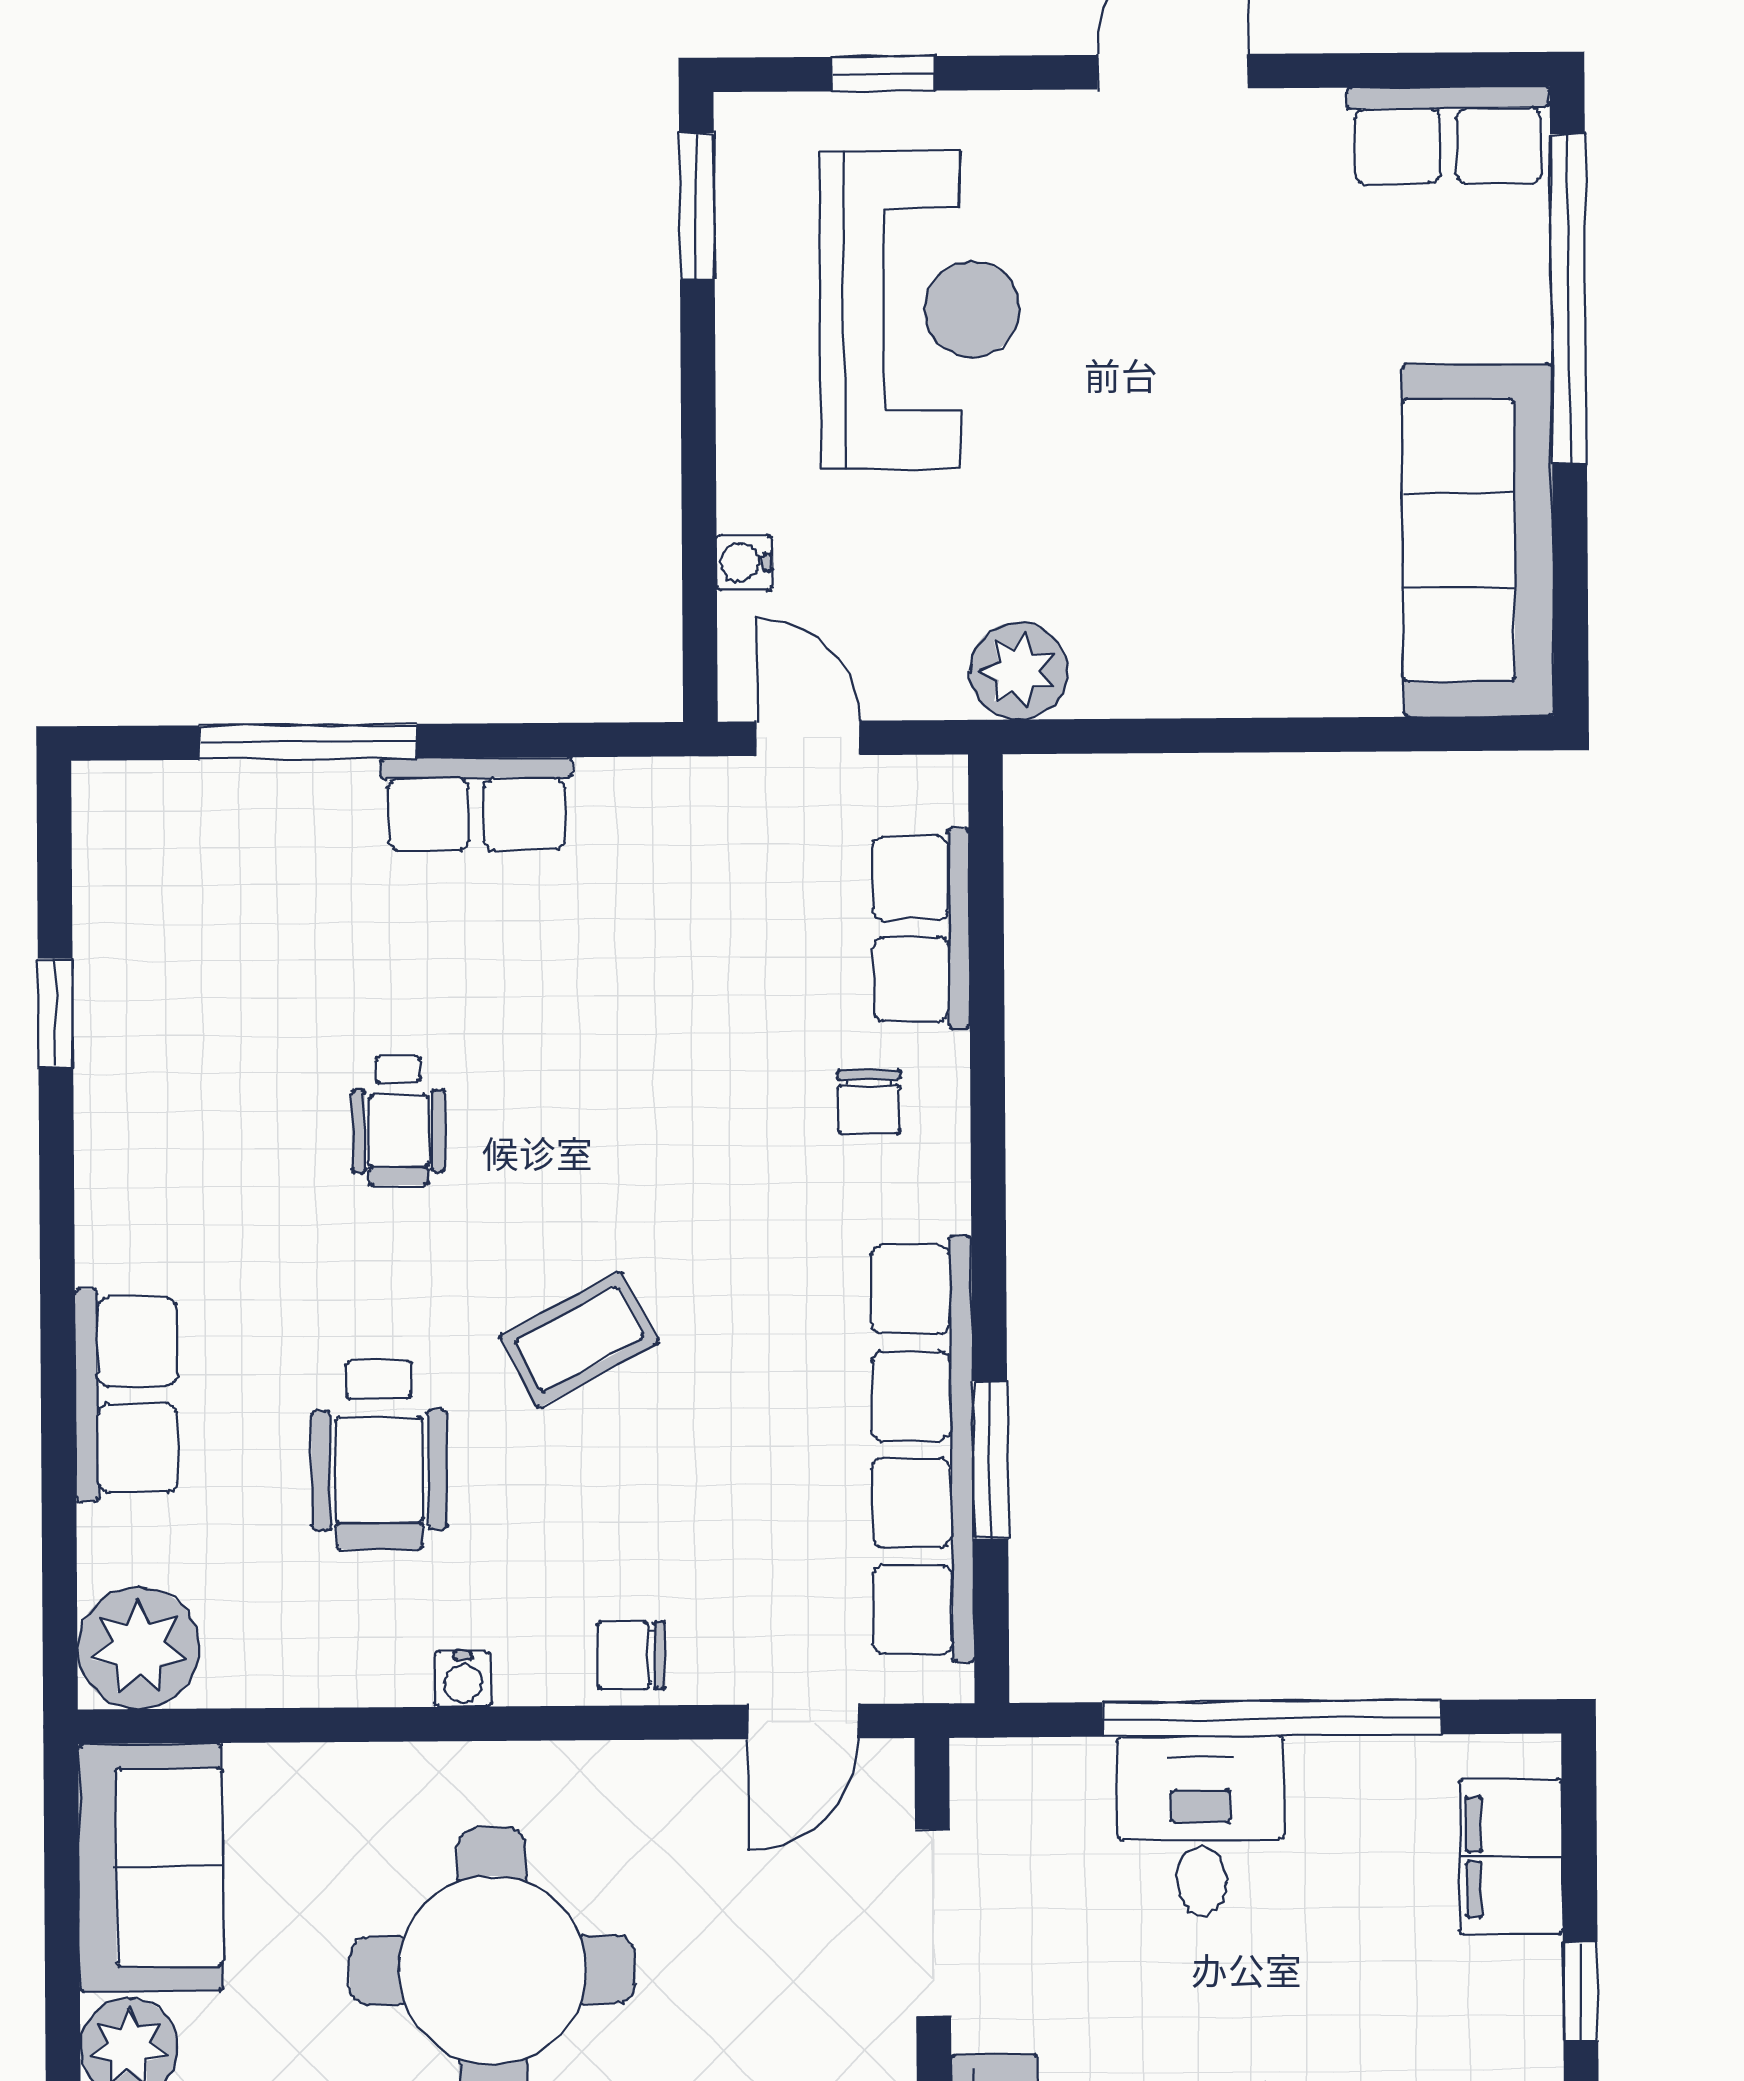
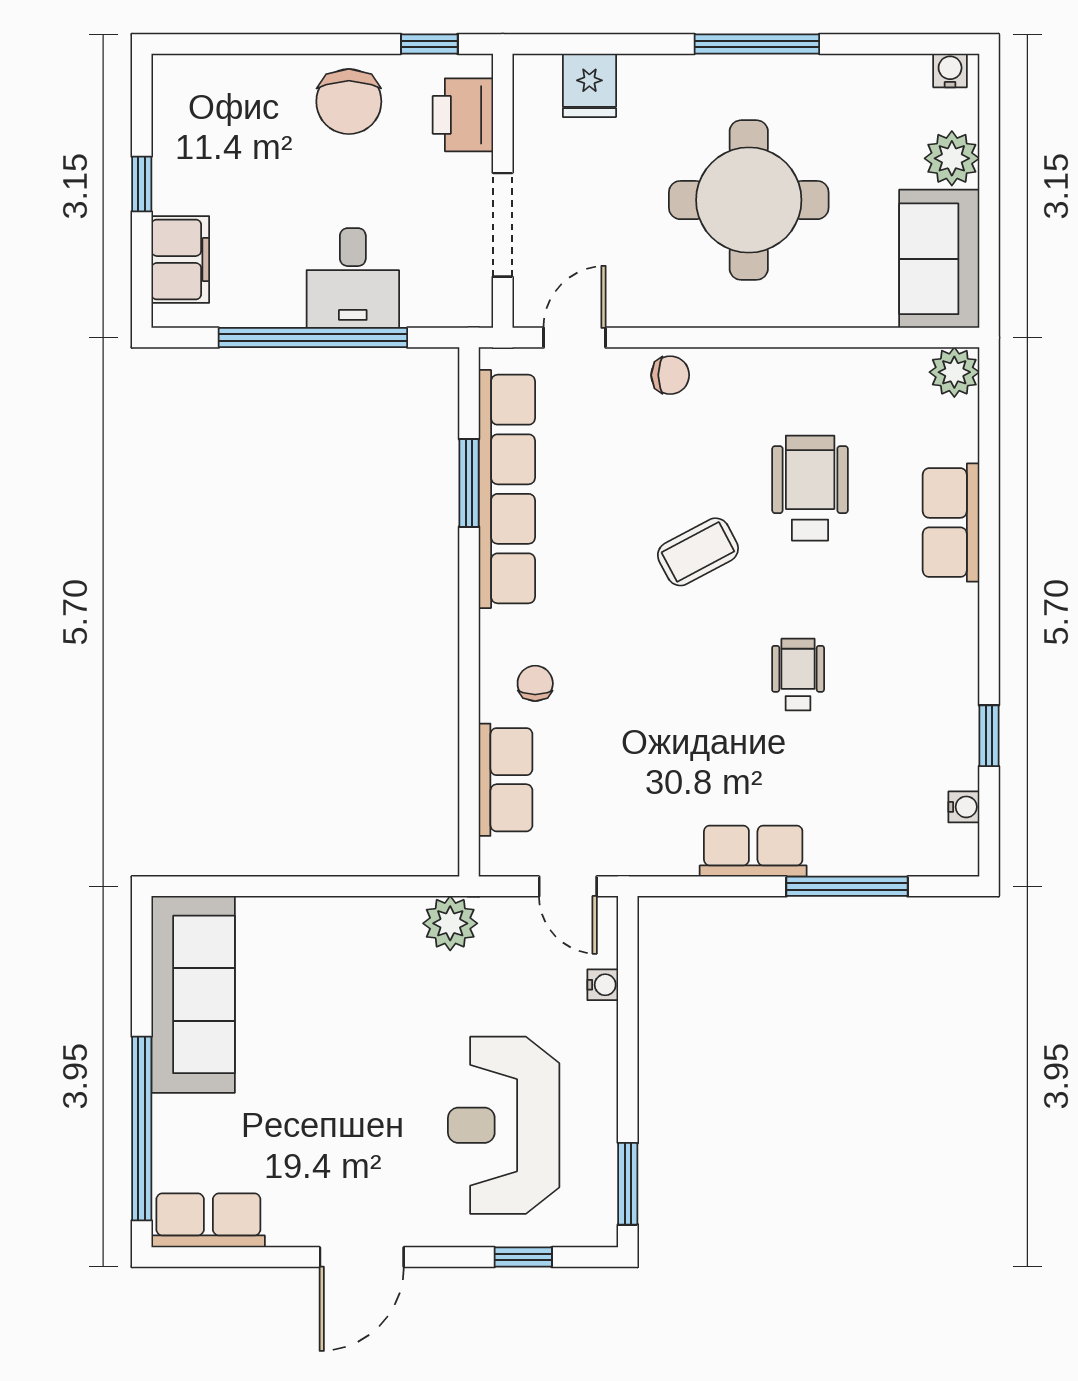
plant: (138, 1648) -> (954, 372), width x0.73, depth x0.73
water cooler: (463, 1679) -> (964, 807), moved, turned 90

